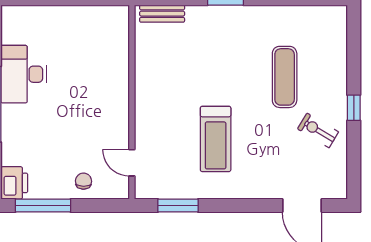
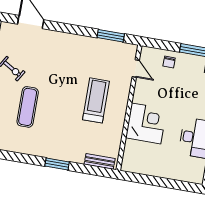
corner desk: (102, 83) -> (146, 123), added
treadmill: (216, 139) -> (96, 100), moved

